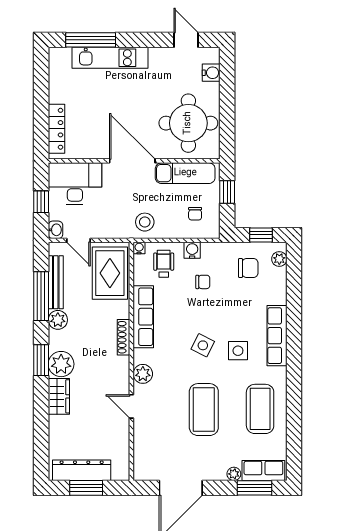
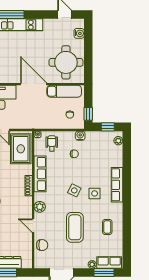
window: (227, 192) -> (88, 114), moved
stool: (145, 222) -> (41, 119), removed
water cooler: (192, 250) -> (80, 136), moved
chair: (248, 268) -> (42, 245), moved
coffee table: (260, 409) -> (107, 227), width x0.54, depth x0.58

